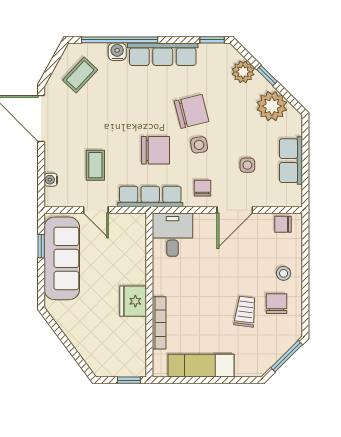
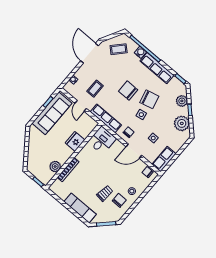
chair: (155, 150) -> (128, 90), moved, turned 180
row of seats: (291, 161) -> (164, 159), moved
fridge: (133, 301) -> (75, 141), moved
plant: (135, 335) -> (55, 167), added
exam couch: (201, 366) -> (80, 208), moved

